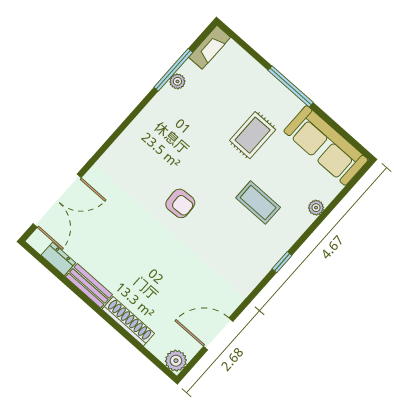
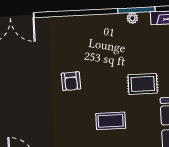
coffee table: (258, 203) -> (111, 121), turned 90

